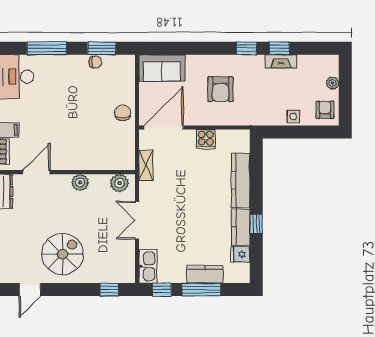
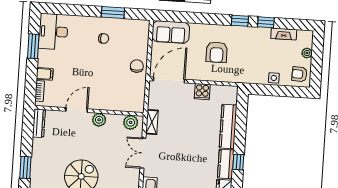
window: (47, 48) -> (79, 10), removed
window: (102, 48) -> (113, 12), moved
fireplace: (281, 61) -> (284, 34), moved
chair: (95, 62) -> (104, 38), moved
armchair: (325, 110) -> (299, 74), turned -87
shelving: (146, 165) -> (152, 122), moved
door: (36, 172) -> (77, 110), moved

